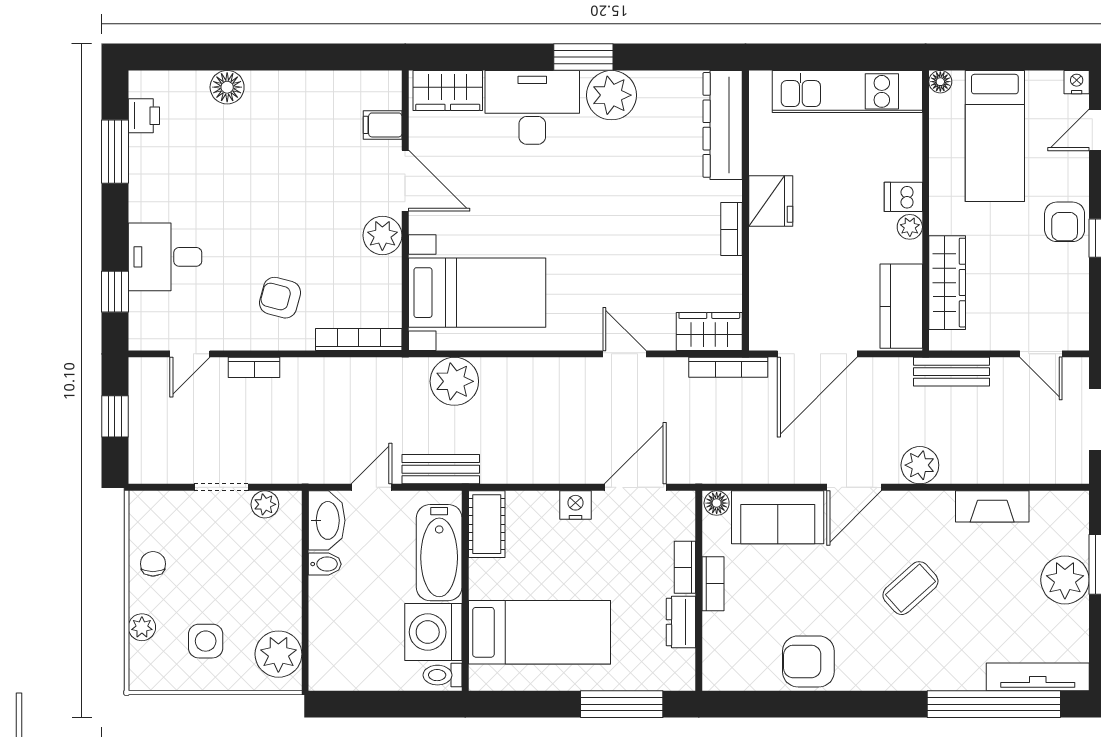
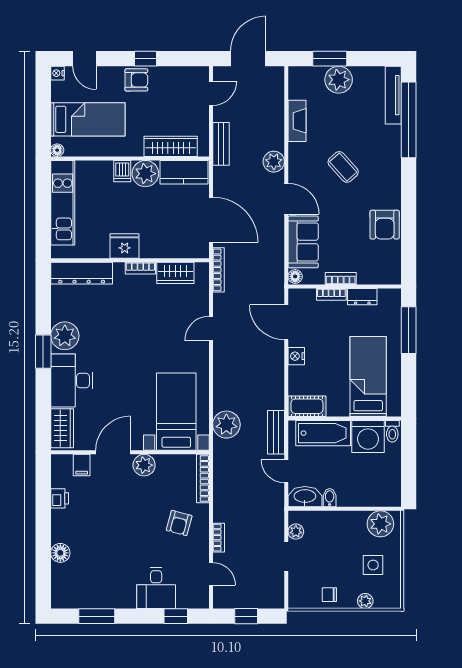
printer: (144, 116) -> (60, 498), moved, turned 90
plant: (910, 227) -> (145, 174), width x1.87, depth x1.87
wardrobe: (709, 331) -> (175, 273), moved, turned -90

